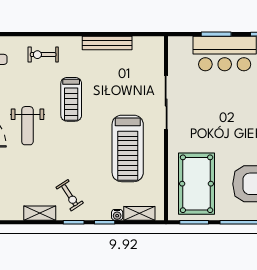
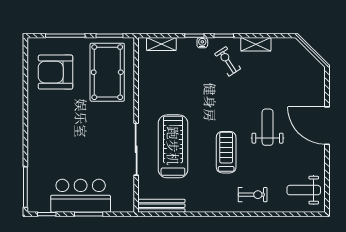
bench: (107, 43) -> (161, 206), moved
treadmill: (128, 148) -> (173, 146), moved
water cooler: (117, 215) -> (202, 43), moved

